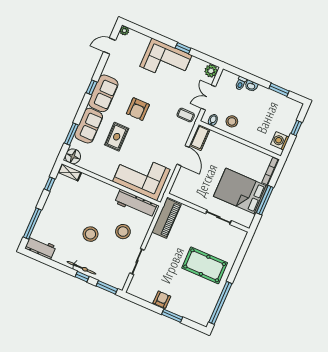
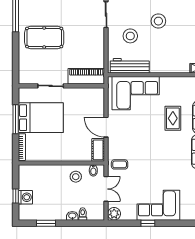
armchair: (138, 109) -> (165, 151), removed
washing machine: (280, 141) -> (25, 197), moved
piano: (167, 218) -> (86, 76), moved, turned 90

